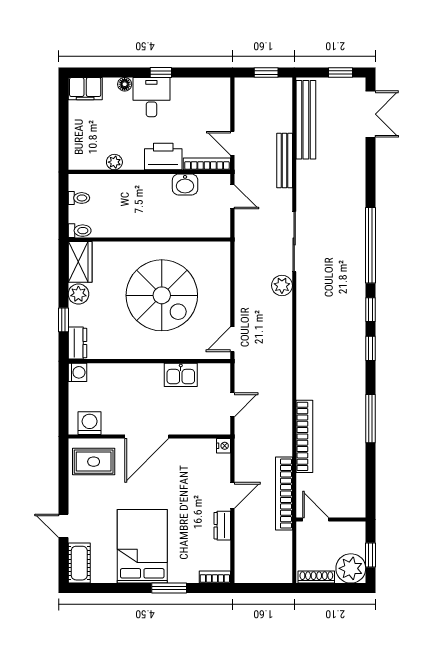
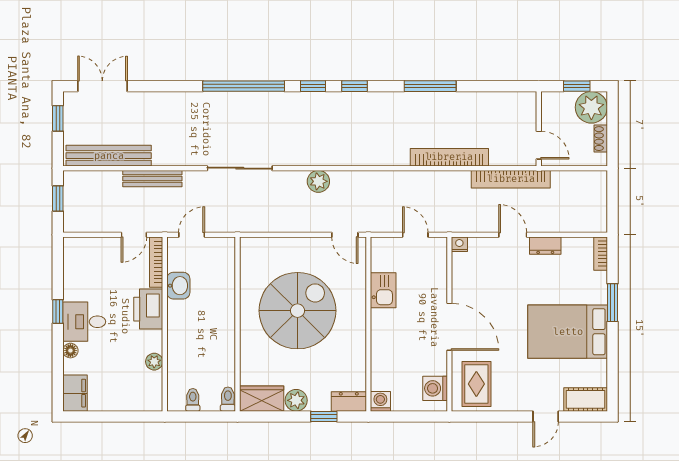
plant: (282, 286) -> (318, 181), moved
door: (316, 520) -> (539, 145), swing flipped
shoe rack: (316, 577) -> (601, 139), width x0.70

